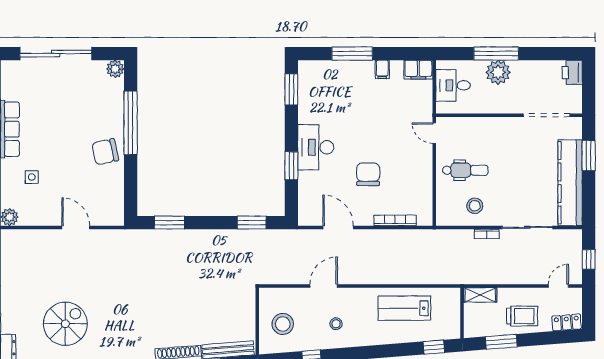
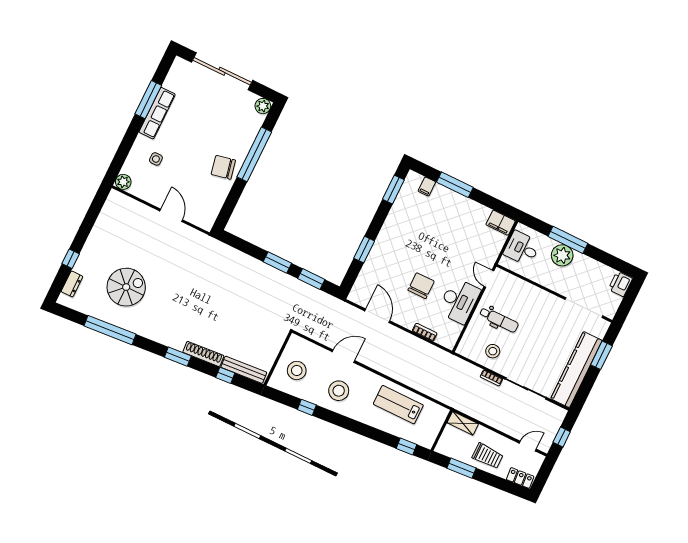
filing cabinet: (382, 69) -> (427, 186), moved
desk: (316, 147) -> (459, 301), moved, turned 180
bookcase: (395, 220) -> (425, 332), width x0.64
window: (169, 223) -> (277, 262), moved
stool: (336, 324) -> (339, 391), width x1.89, depth x1.89

